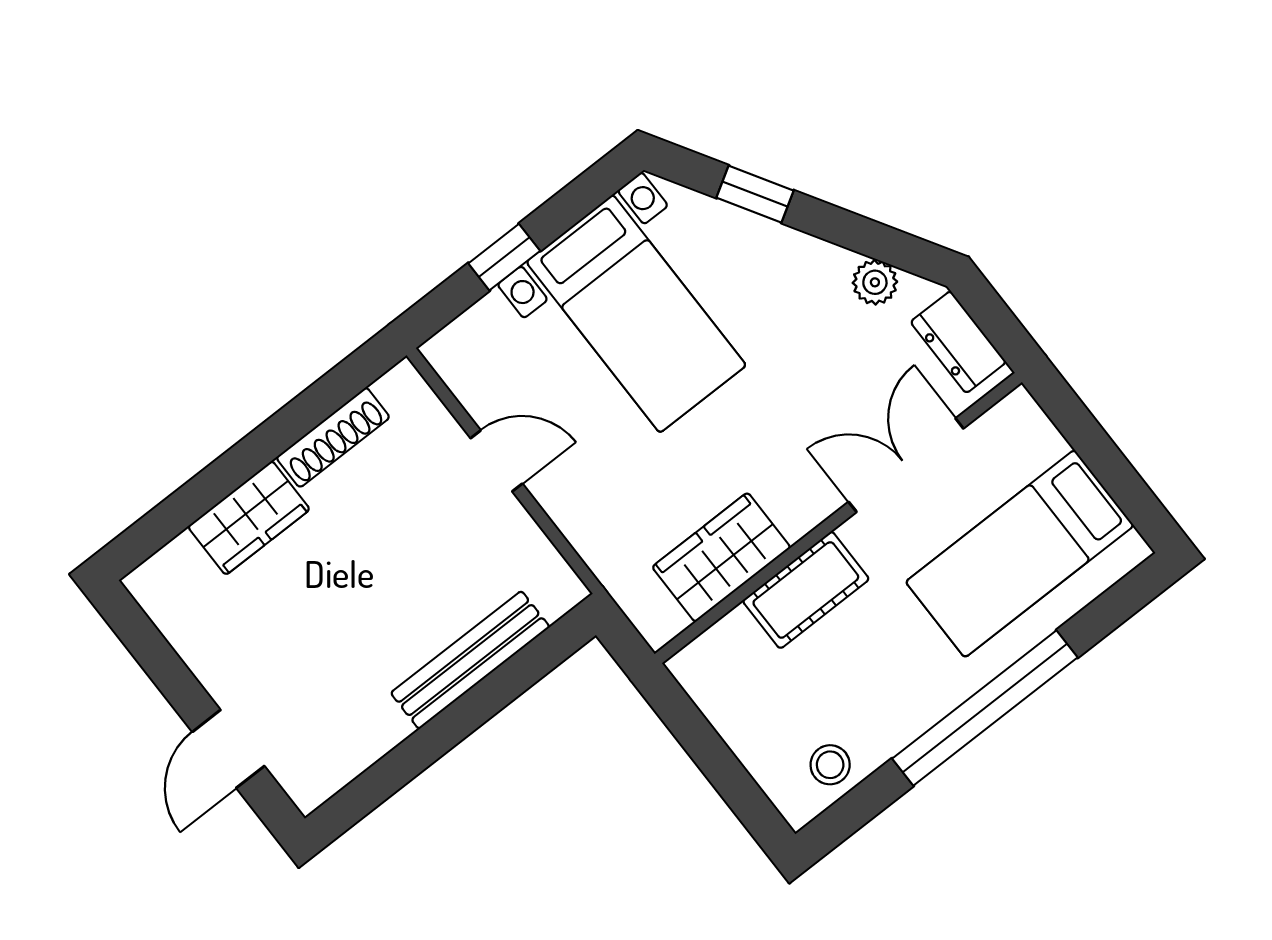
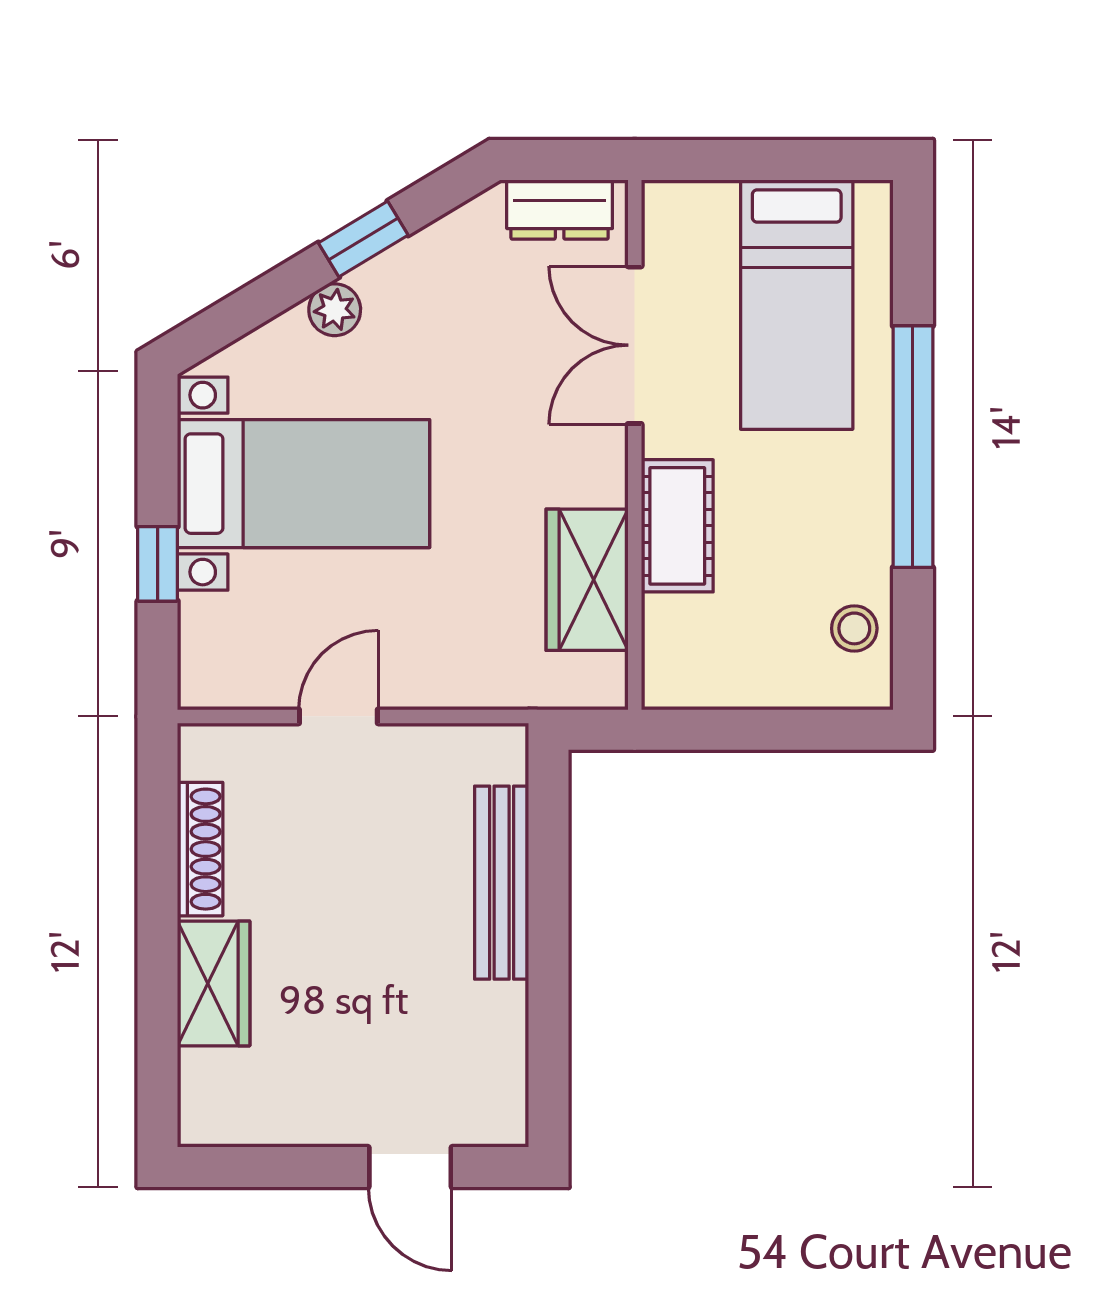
window: (755, 194) -> (363, 239), moved
plant: (875, 282) -> (335, 310), moved

